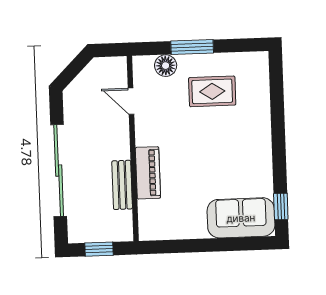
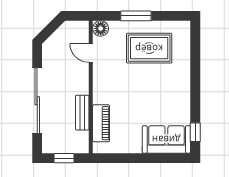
floor lamp: (166, 66) -> (101, 28), moved
rug: (212, 91) -> (149, 48), width x1.36, depth x1.43
piano: (148, 173) -> (101, 123), moved

